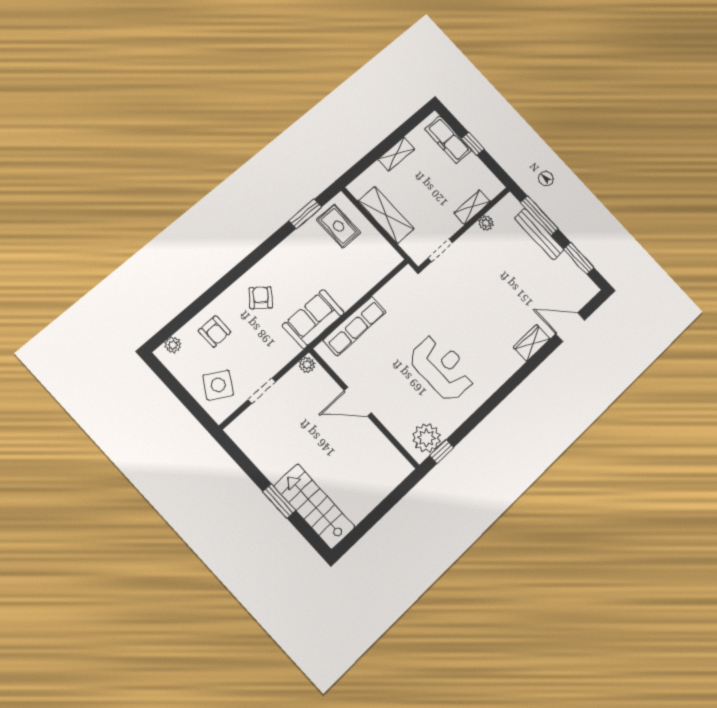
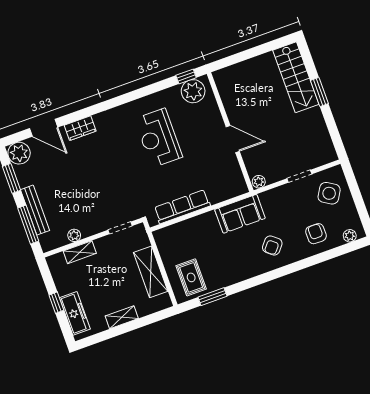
plant: (583, 289) -> (19, 153), added
row of seats: (355, 326) -> (182, 207), moved

